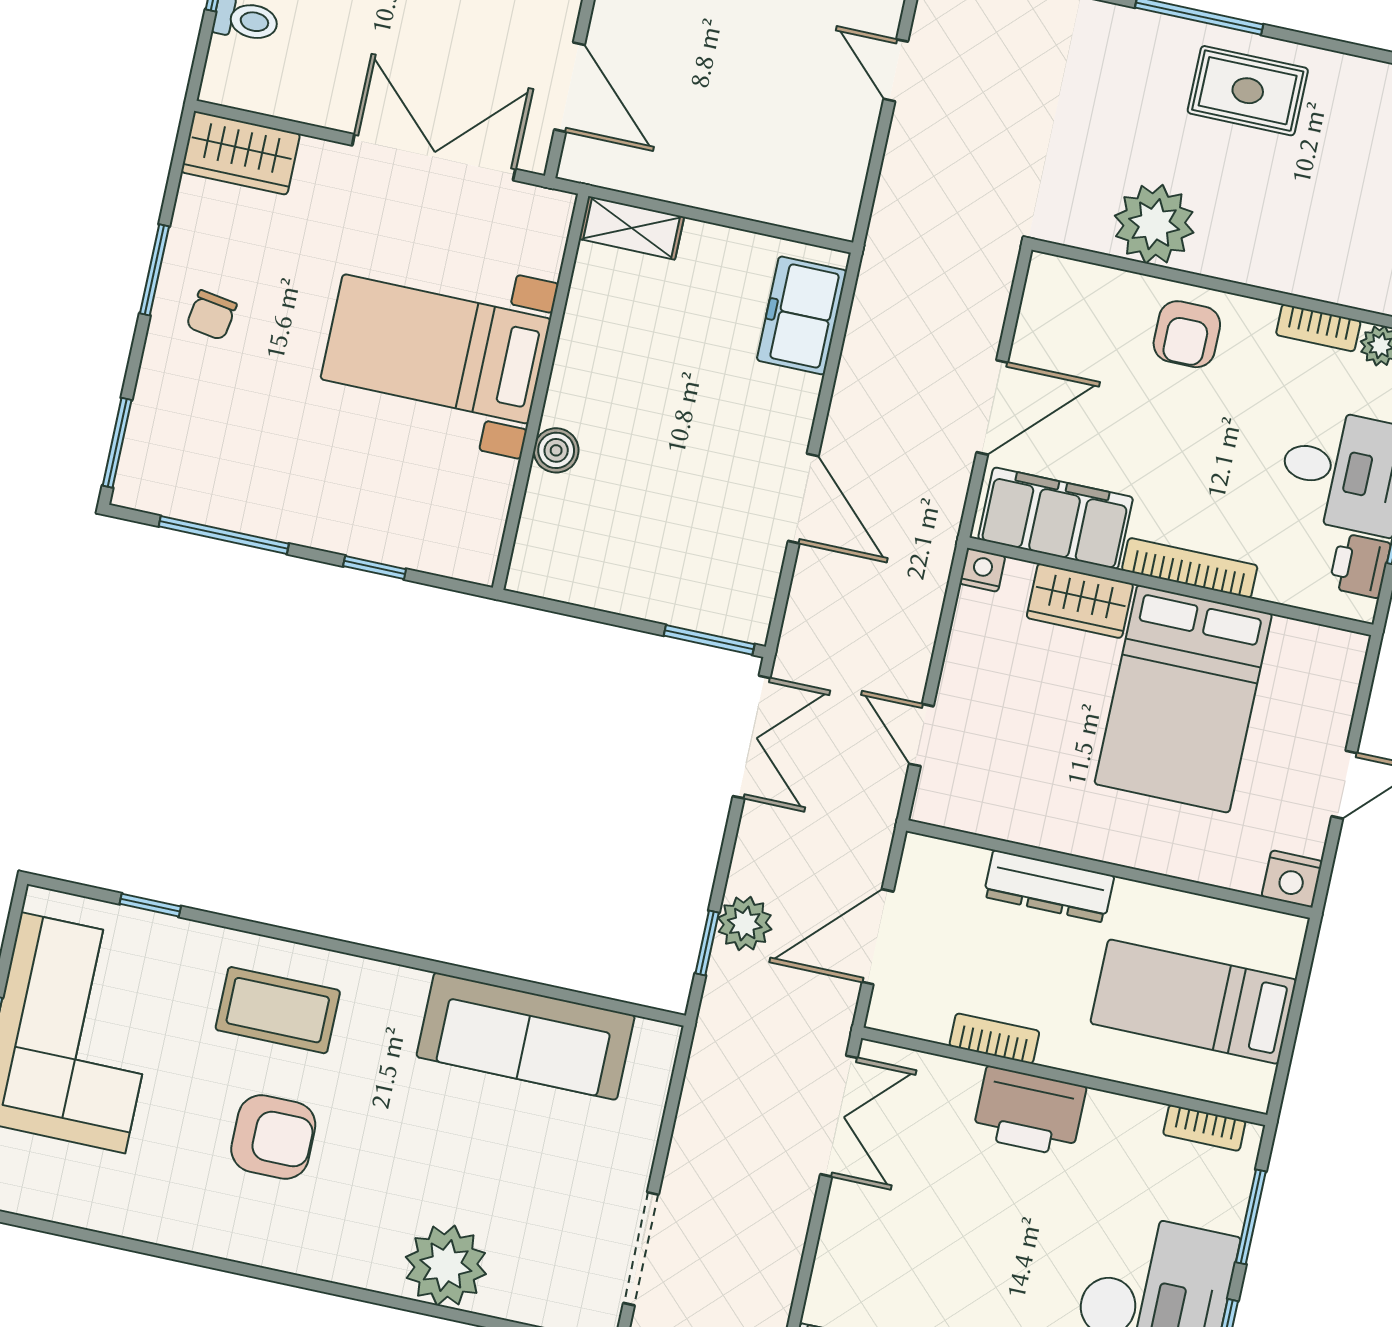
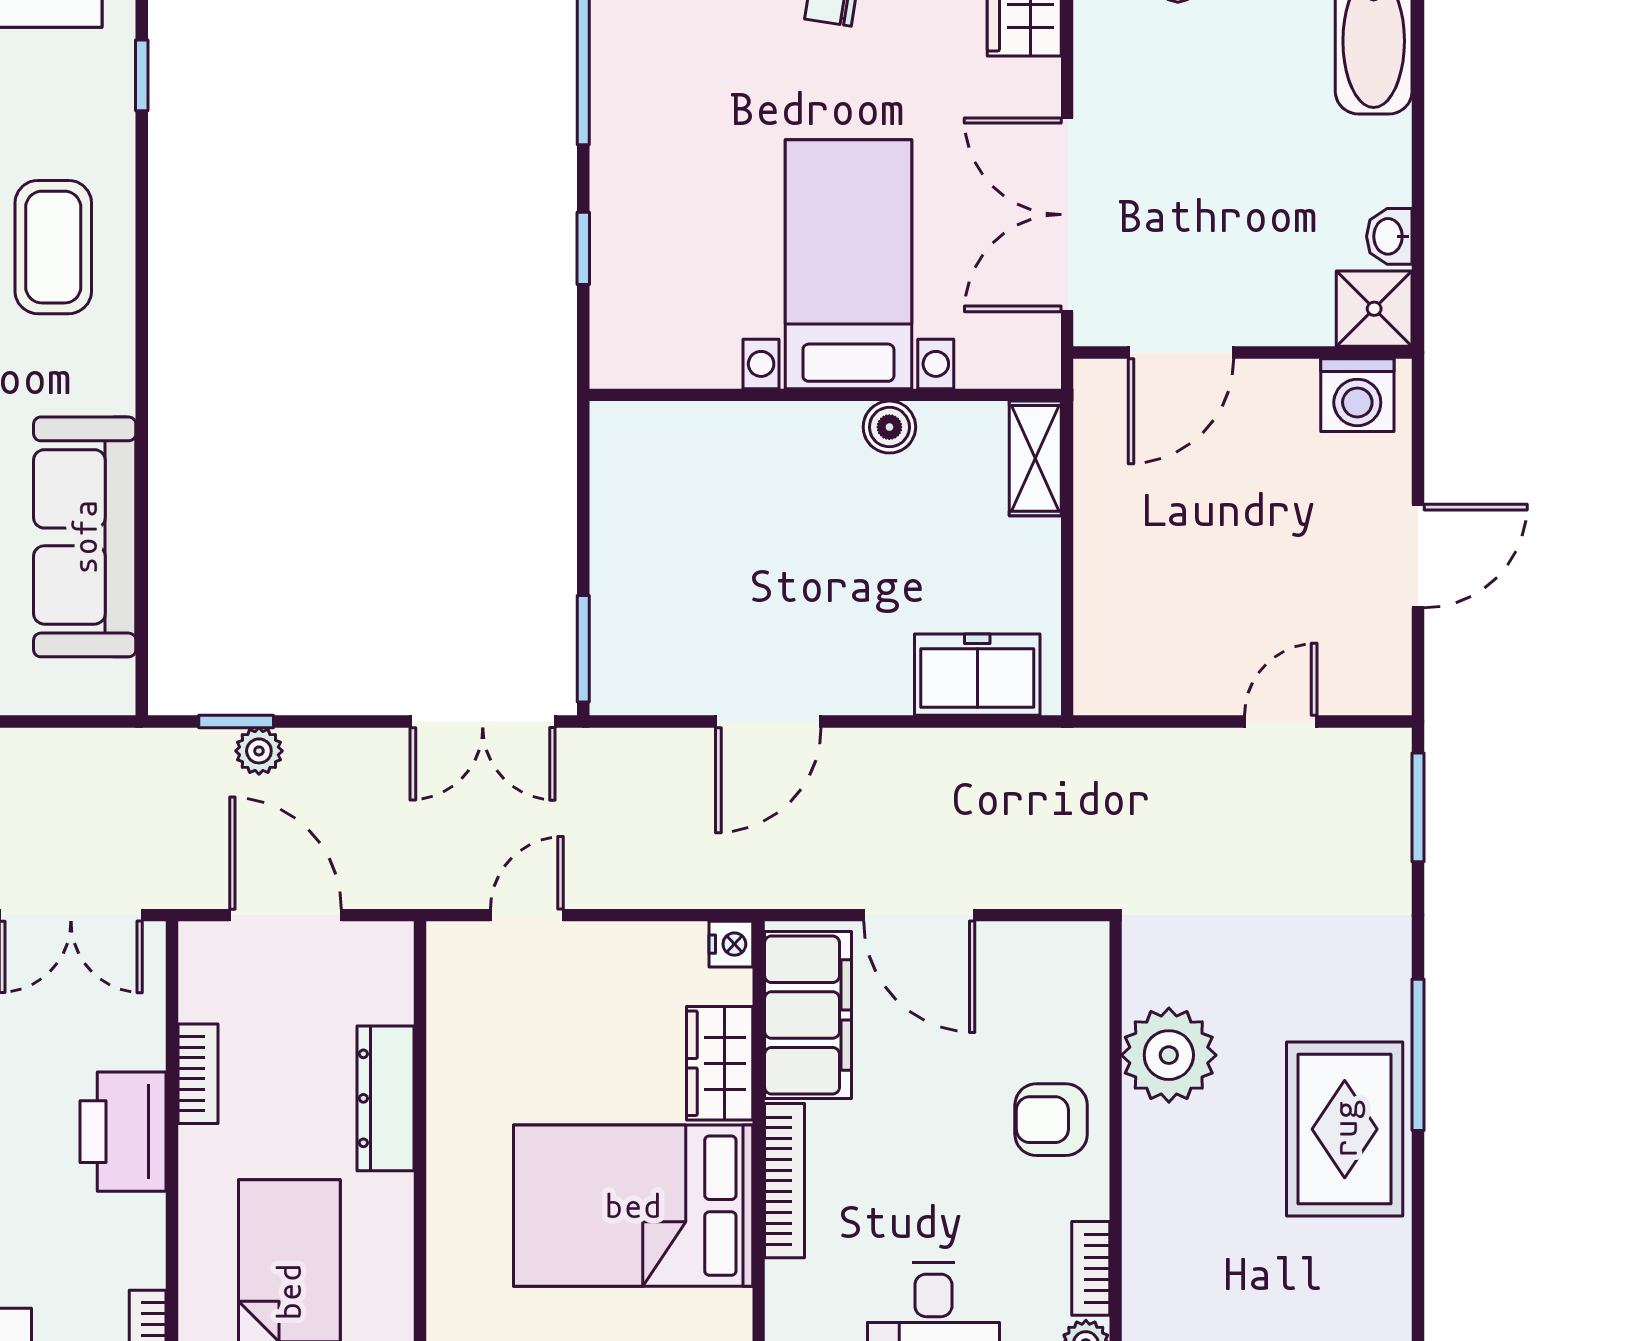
rug: (1248, 91) -> (1345, 1129), width x1.36, depth x1.43
double door: (434, 157) -> (1067, 215), swing flipped
boiler: (556, 450) -> (889, 427), moved
plant: (745, 924) -> (259, 751), width x0.73, depth x0.73

